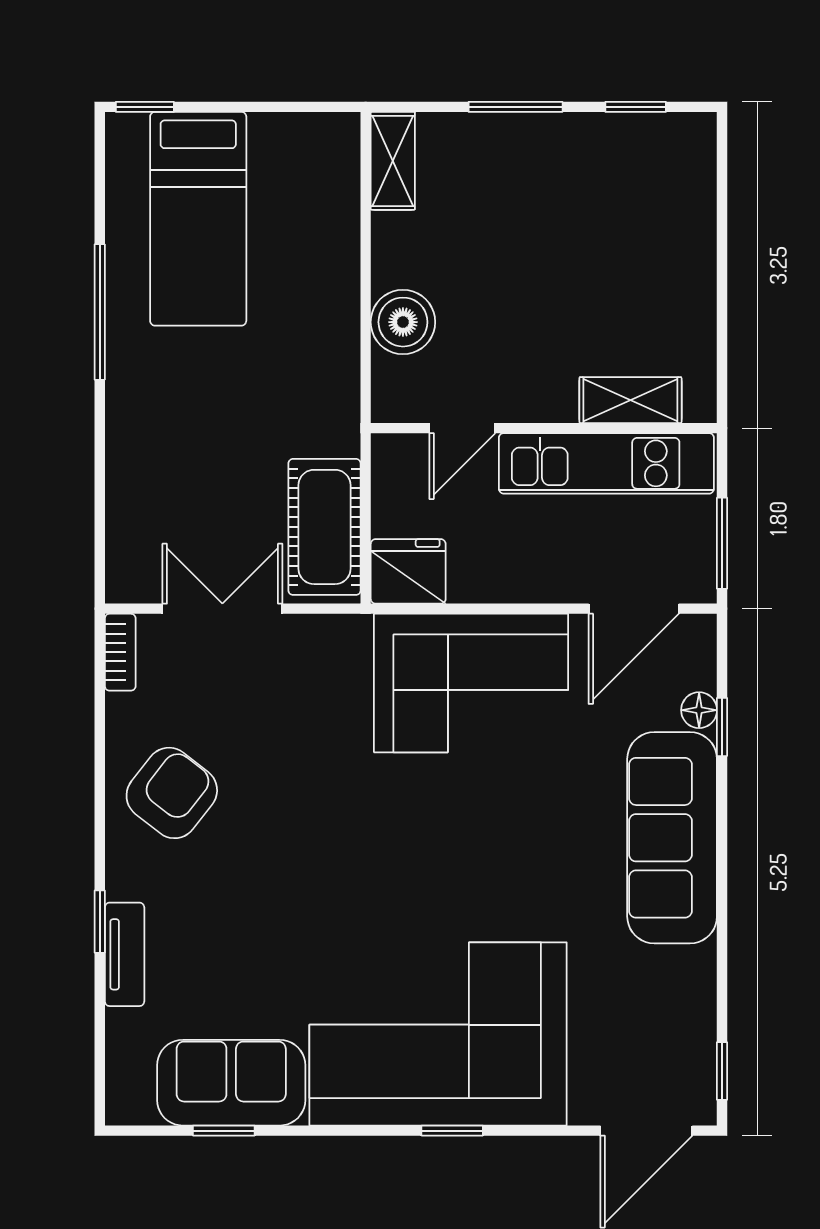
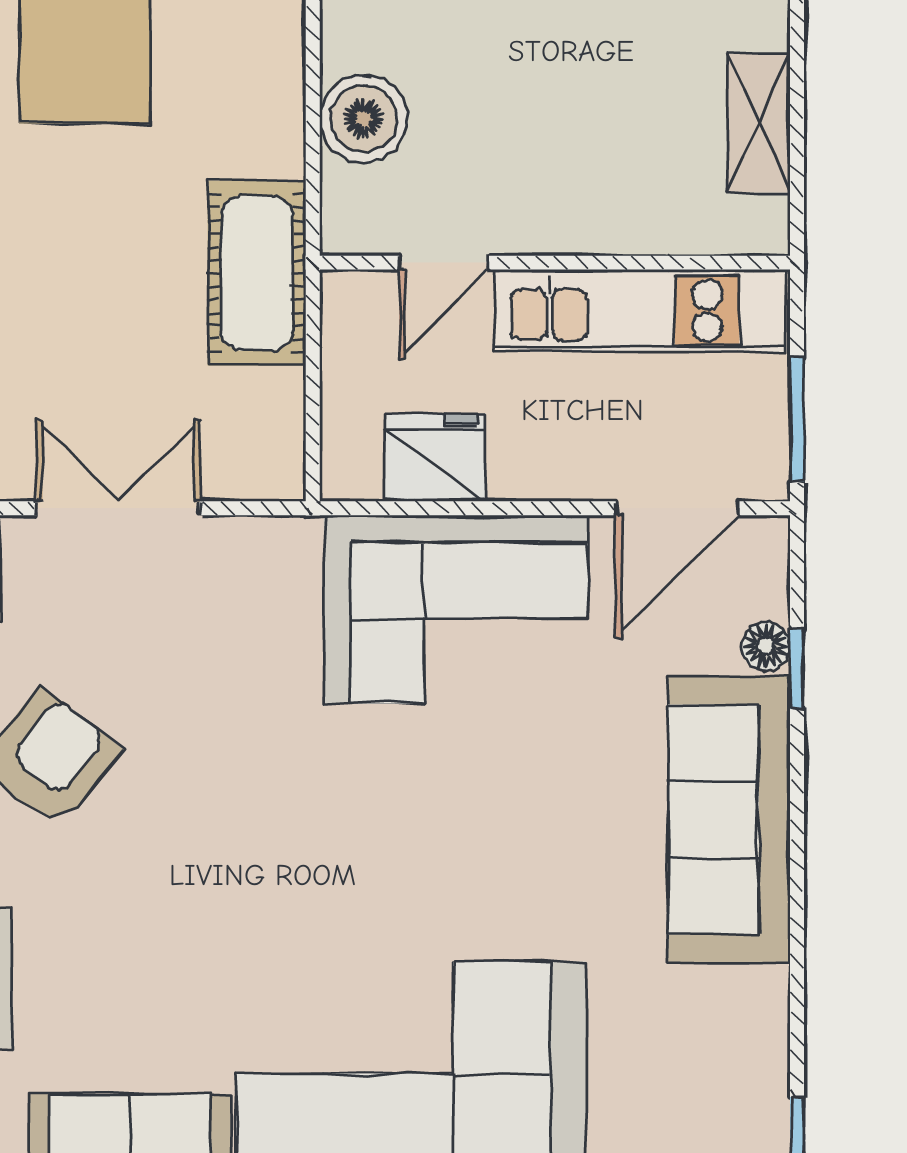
shelving: (630, 400) -> (759, 123), moved, turned 90
cot: (325, 527) -> (257, 273), moved
fridge: (408, 571) -> (435, 458), moved

